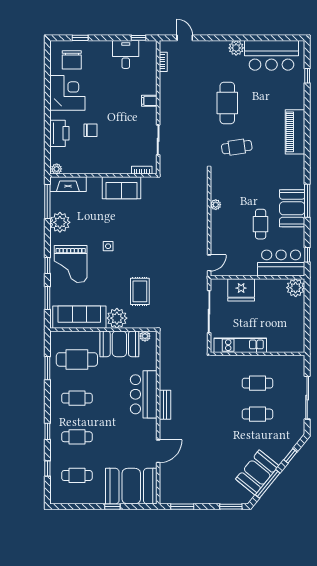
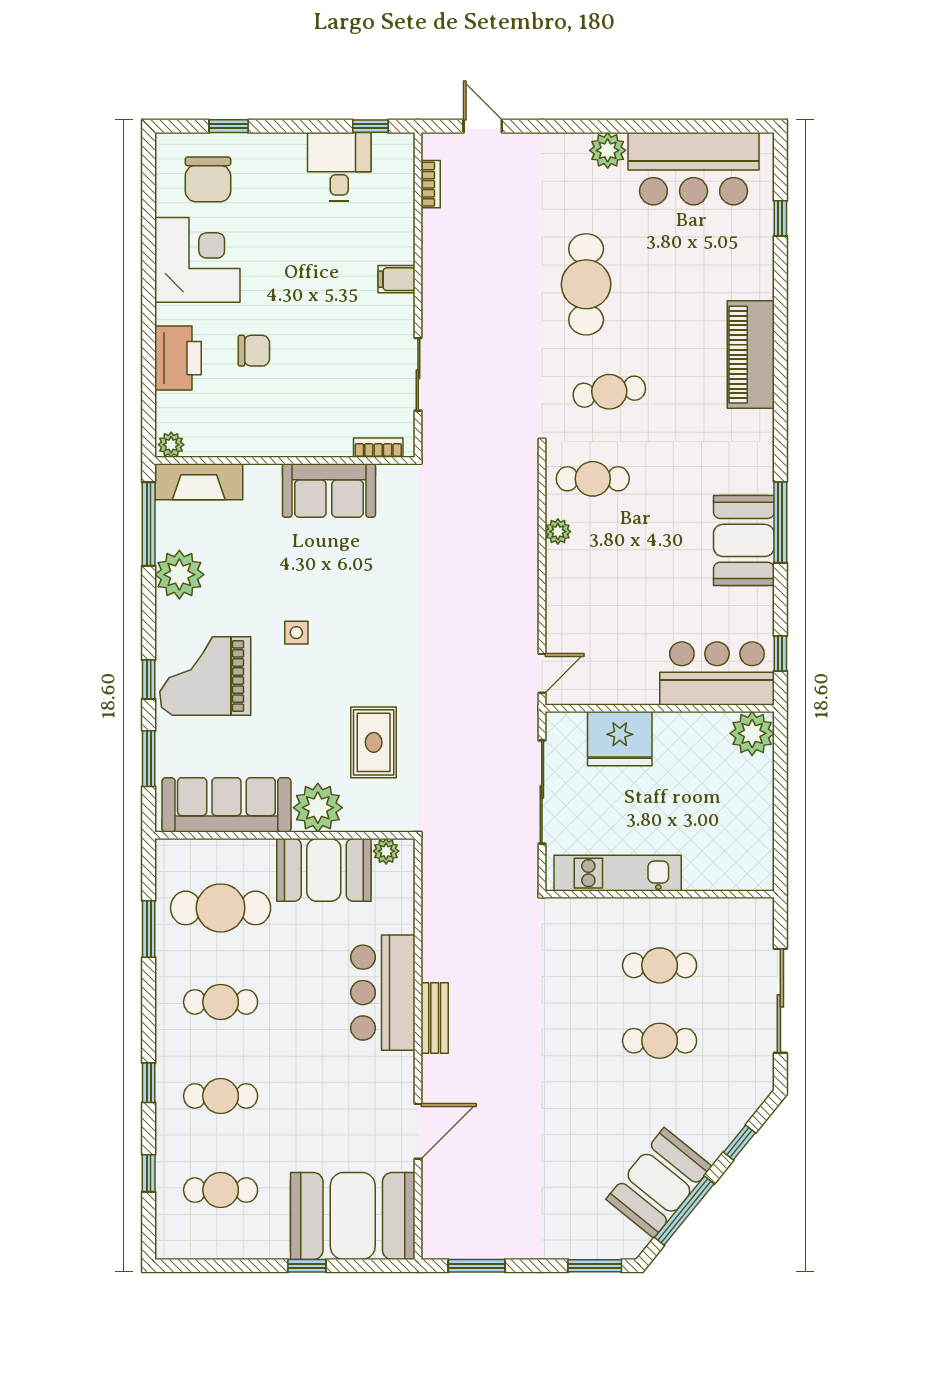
cafe table: (261, 224) -> (593, 479), moved, turned 90
grand piano: (71, 264) -> (205, 676), turned 90

